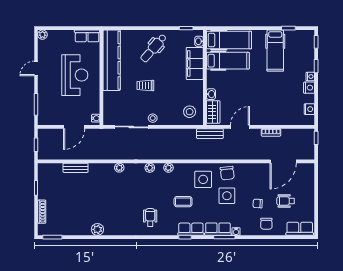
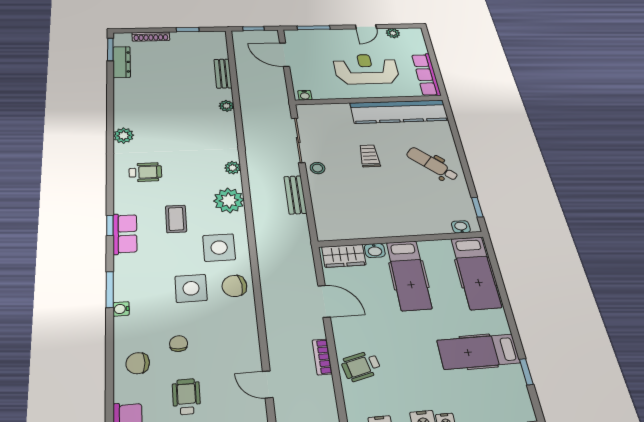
plant: (42, 35) -> (393, 33), moved
row of seats: (87, 36) -> (426, 75), width x1.48
hospital bed: (228, 61) -> (409, 275), moved
filing cabinet: (195, 63) -> (422, 223), removed
door: (36, 68) -> (366, 27), swing flipped
reception desk: (75, 75) -> (366, 69), turned 180
stool: (190, 112) -> (338, 220), removed
wheelchair: (278, 113) -> (361, 366), added
door: (74, 127) -> (285, 55), moved
bench: (210, 134) -> (295, 195), moved
door: (283, 161) -> (268, 384), width x0.53
plant: (119, 168) -> (226, 106), moved
plant: (168, 168) -> (229, 200), width x1.87, depth x1.87
plant: (97, 229) -> (124, 136), moved
row of seats: (218, 229) -> (126, 278), removed
dresser: (64, 230) -> (122, 62), added

